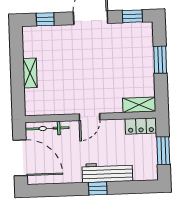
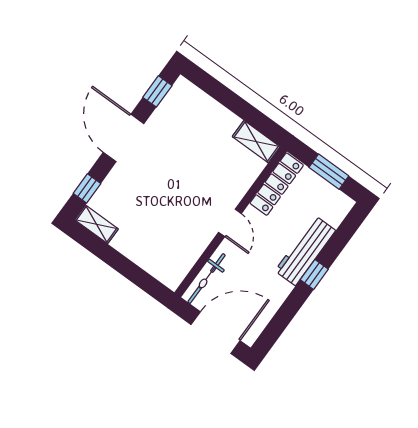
window: (160, 60) -> (228, 98), removed
shelving: (30, 73) -> (96, 224), moved
shelving: (139, 105) -> (256, 142), moved, turned 90
locker: (141, 126) -> (277, 184), width x1.53

